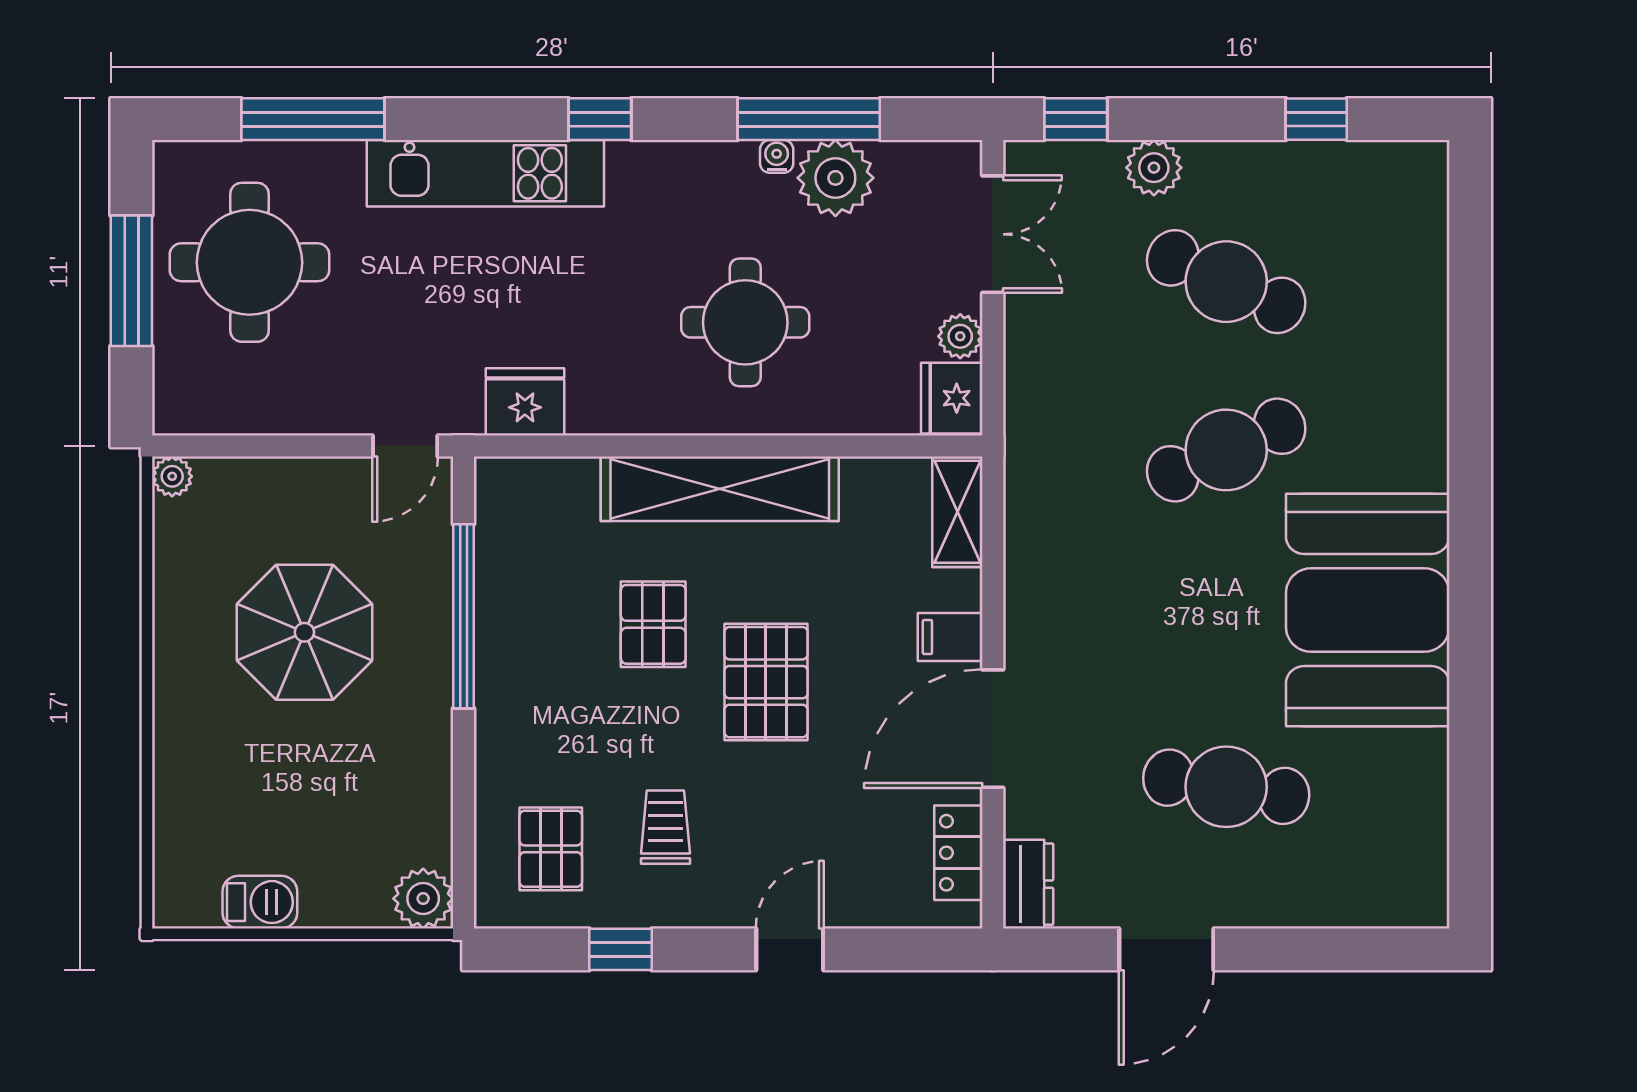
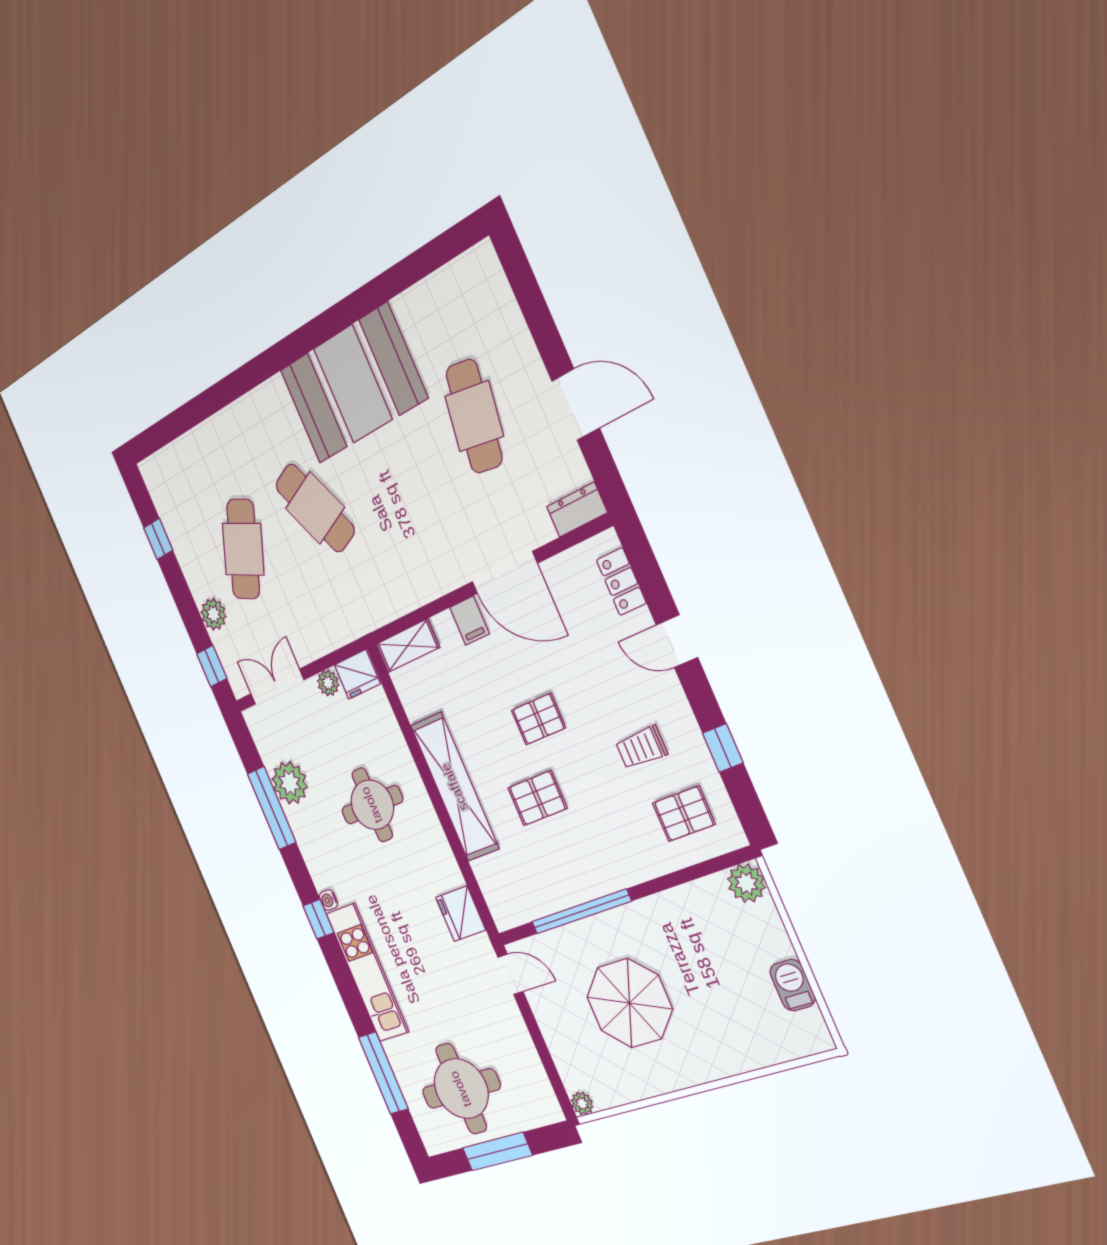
water cooler: (777, 156) -> (328, 900), moved
pallet: (766, 682) -> (538, 719), width x0.67, depth x0.71
locker: (958, 853) -> (621, 582), moved, turned 90

